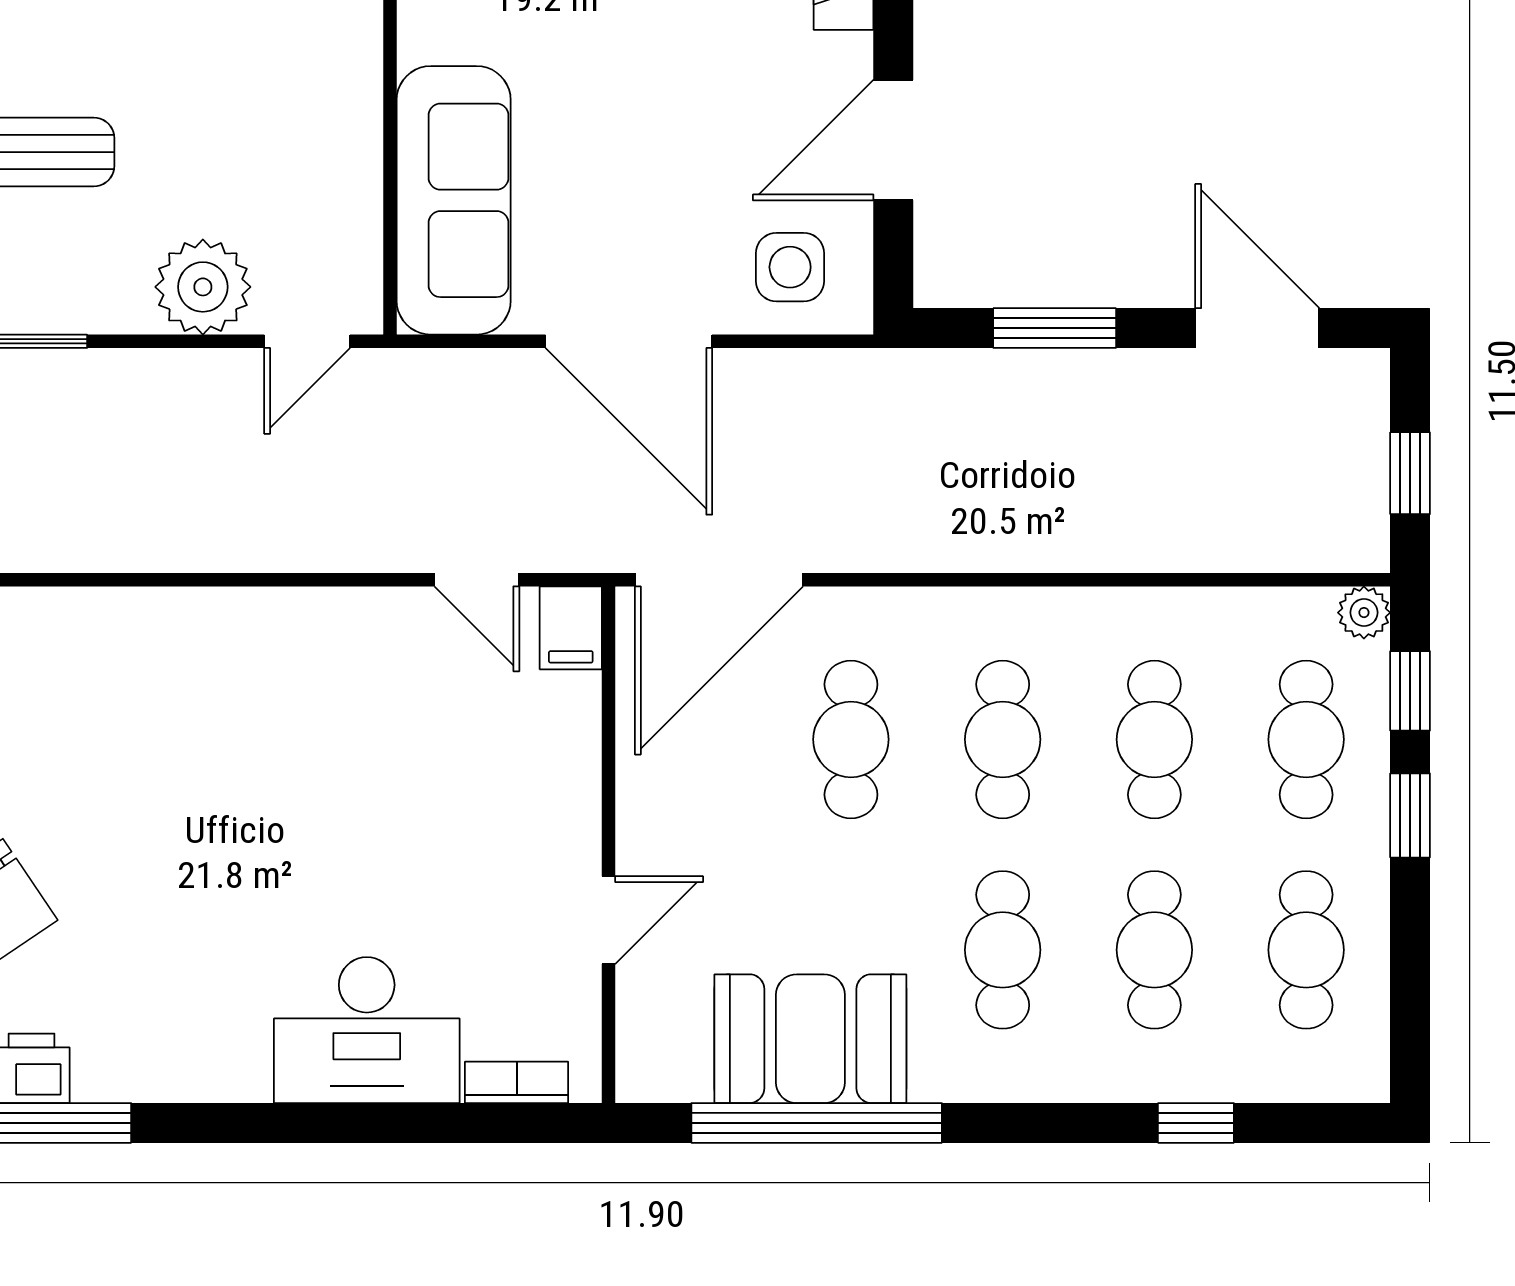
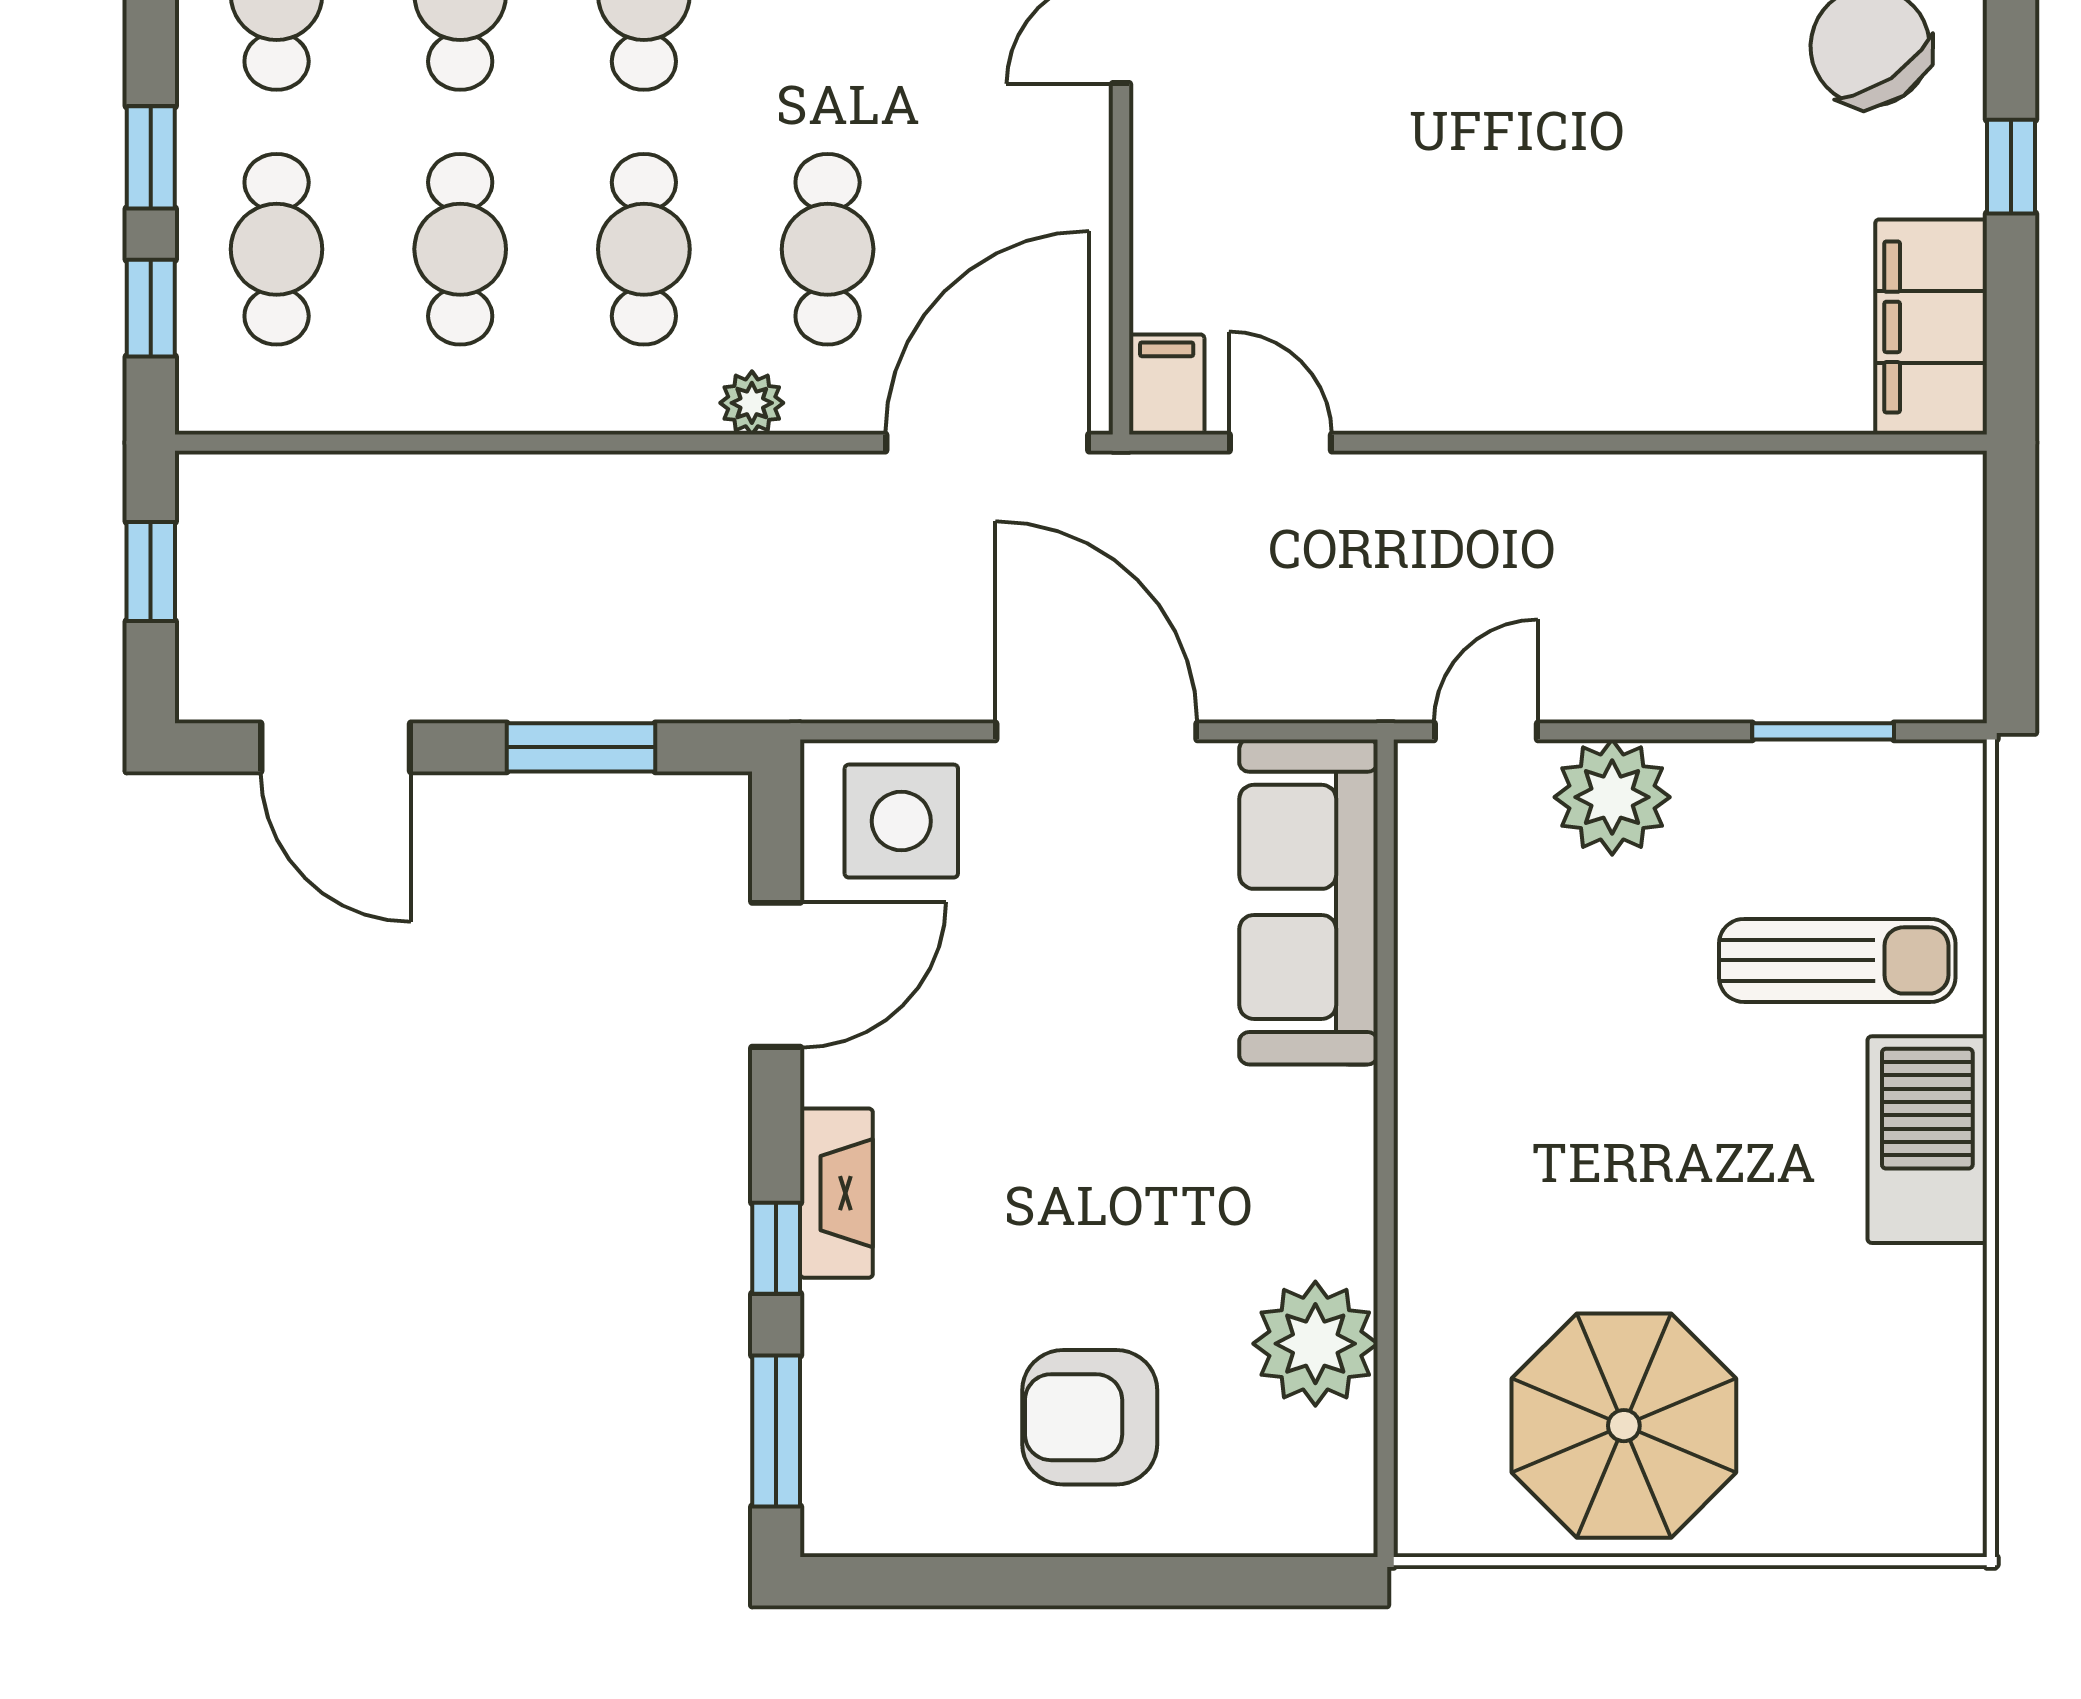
side table: (790, 267) -> (901, 821), width x1.37, depth x1.37
plant: (1364, 613) -> (752, 403), moved

